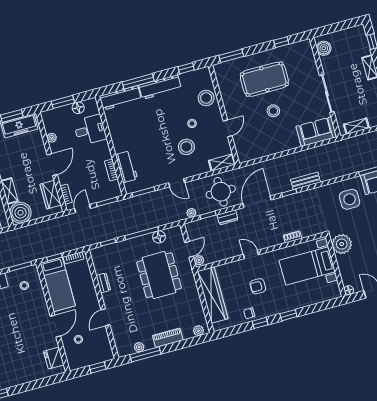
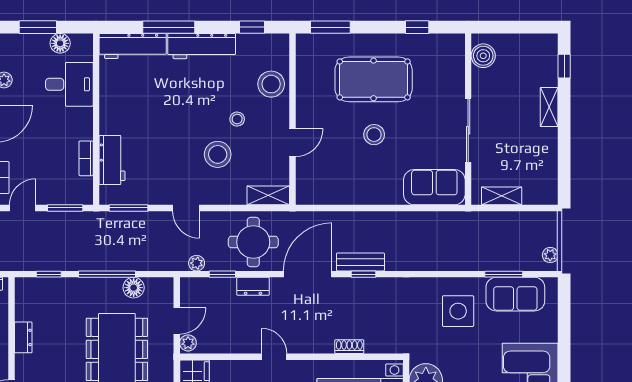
bench: (306, 181) -> (360, 262), moved

